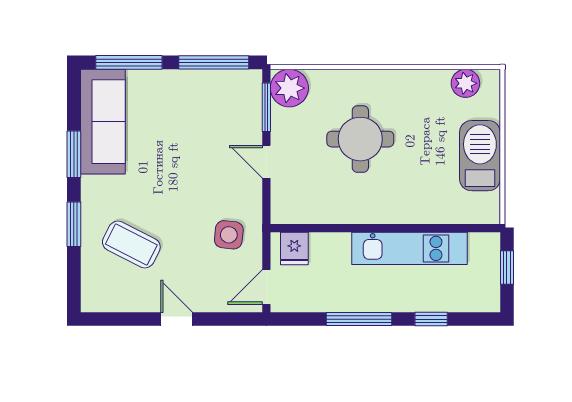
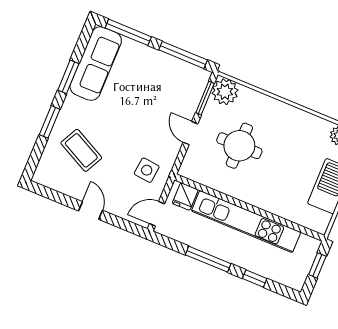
round table: (360, 139) -> (239, 146), moved
kitchen unit: (409, 248) -> (246, 222), width x1.36

